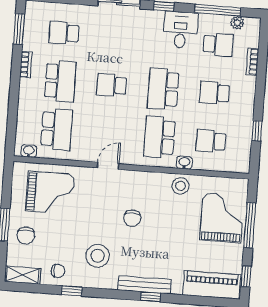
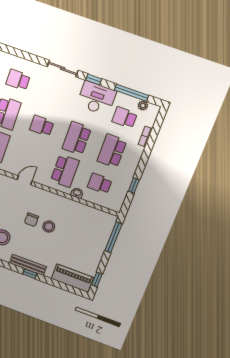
desk: (181, 30) -> (96, 98), width x1.37
school desk: (218, 45) -> (125, 118), turned 180
school desk: (215, 93) -> (112, 151), width x1.85
school desk: (159, 137) -> (65, 171), turned 180
stool: (180, 186) -> (49, 227), moved
grand piano: (222, 218) -> (92, 237), removed
window: (250, 225) -> (113, 237), moved

